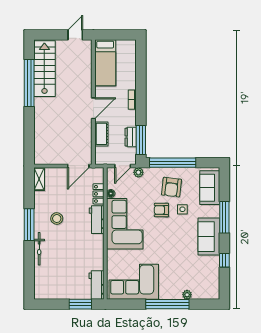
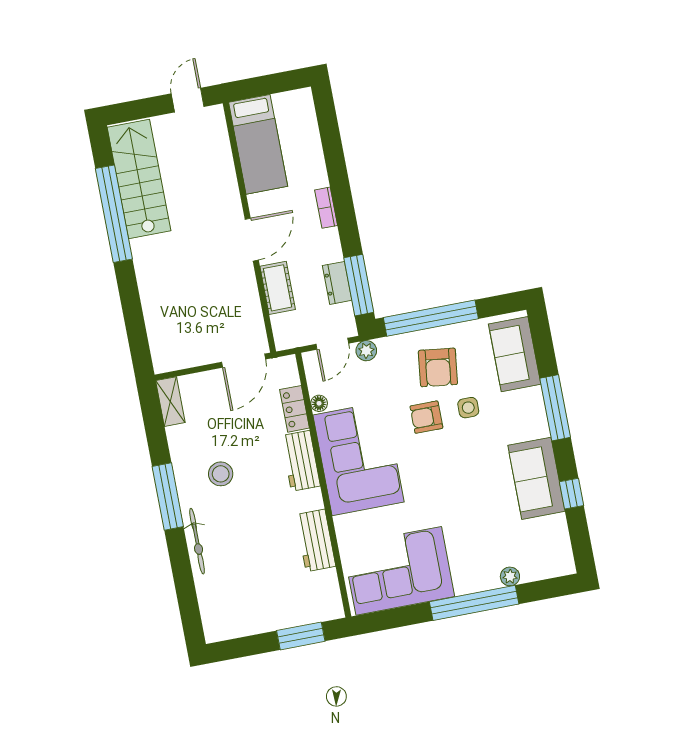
sofa: (209, 237) -> (536, 478), moved
workbench: (96, 285) -> (315, 540), moved

